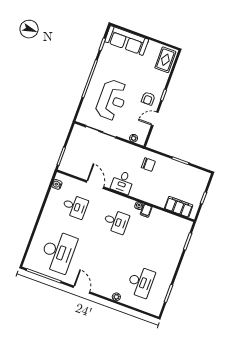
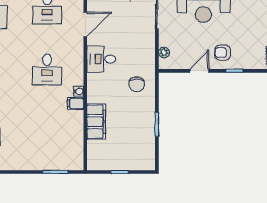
door: (155, 119) -> (199, 71), hinge flipped
filing cabinet: (179, 207) -> (96, 122), moved

